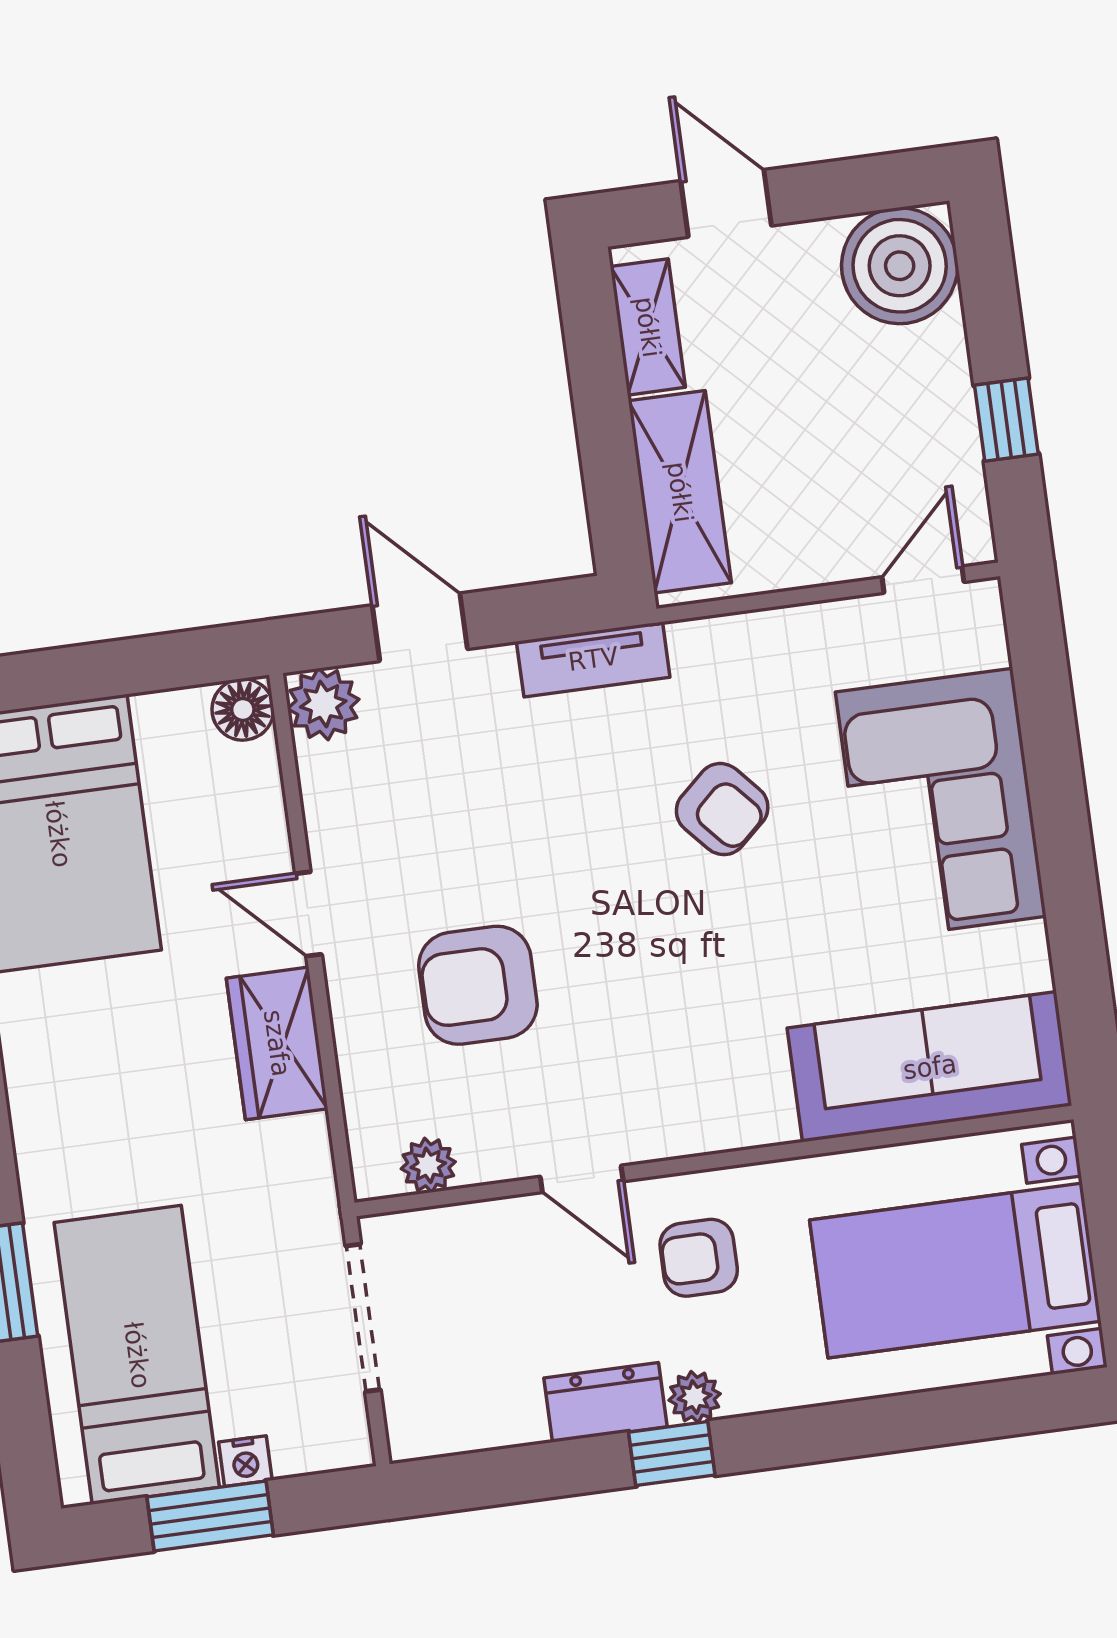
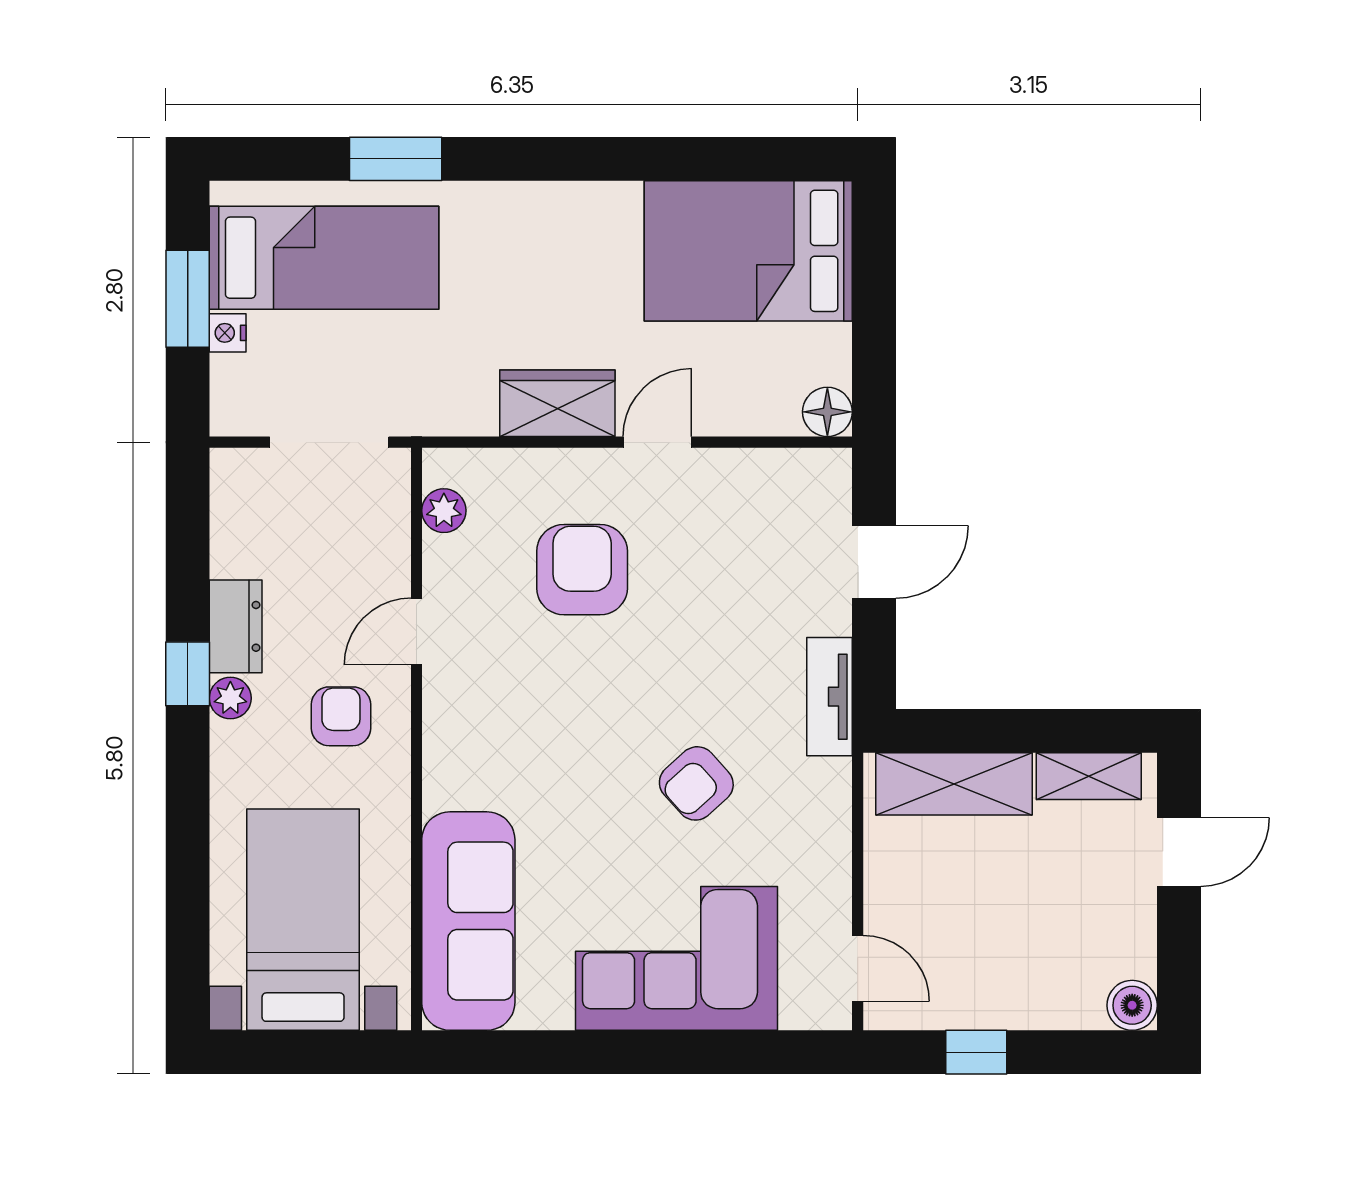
boiler: (900, 266) -> (1132, 1005), width x0.54, depth x0.54
plant: (323, 704) -> (823, 477), removed

